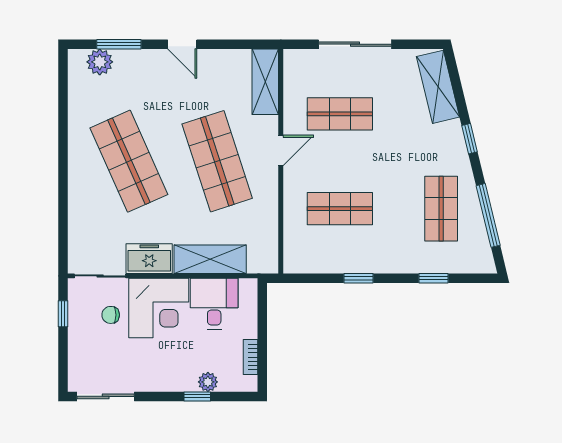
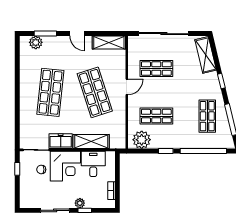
sliding door: (355, 44) -> (164, 34), width x1.36
shelving: (265, 82) -> (109, 42), moved, turned 90
shop shelf: (129, 161) -> (50, 92), turned 30
plant: (311, 256) -> (142, 140), added
window: (434, 278) -> (203, 151), width x3.17
plant: (208, 382) -> (80, 203), moved
sliding door: (106, 396) -> (55, 210), moved

